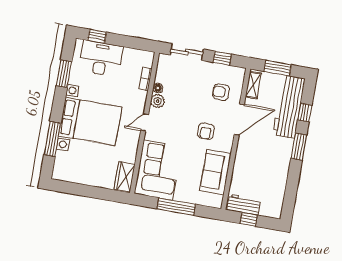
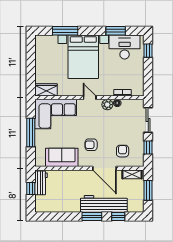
desk: (101, 59) -> (125, 47), moved, turned -90
workbench: (289, 107) -> (104, 204), moved

